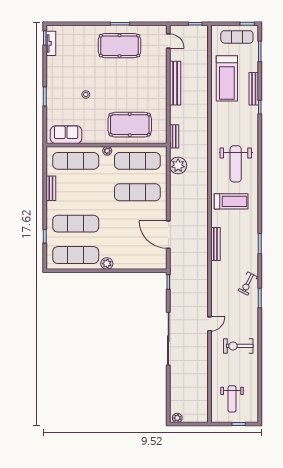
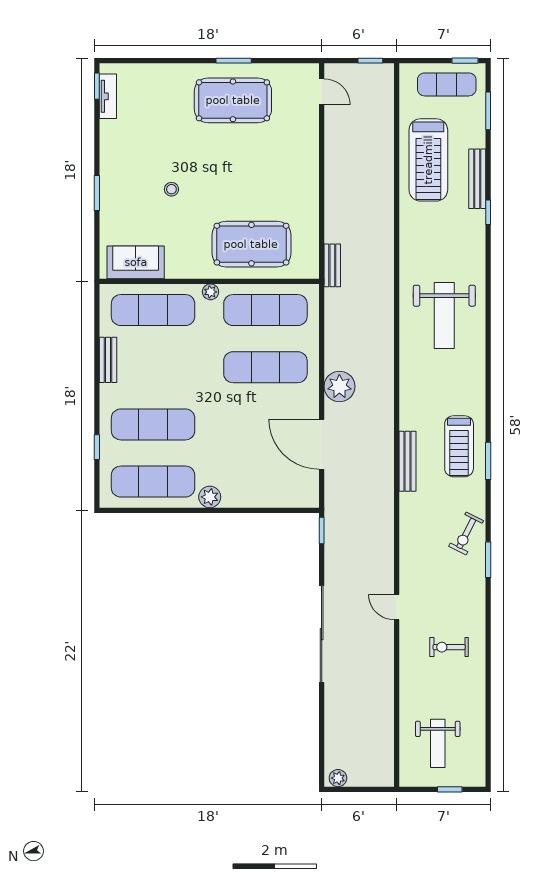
bench: (175, 83) -> (334, 168), removed
plant: (178, 165) -> (339, 386), moved
treadmill: (231, 201) -> (459, 446), moved, turned 90
door: (209, 324) -> (397, 607), swing flipped
exercise bike: (238, 346) -> (449, 647), width x0.73, depth x0.72

